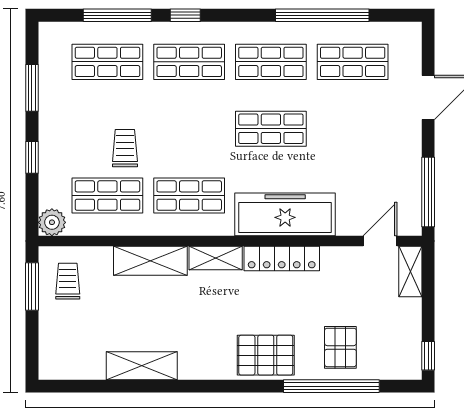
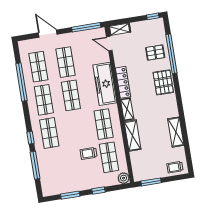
shop shelf: (107, 62) -> (66, 62), moved
trolley: (68, 281) -> (175, 167), moved

